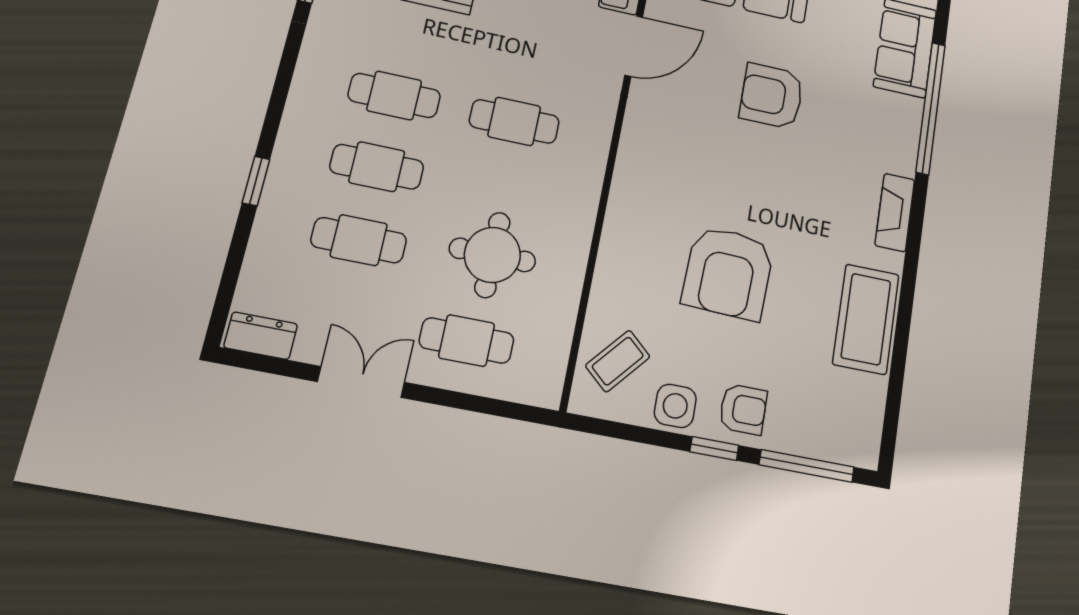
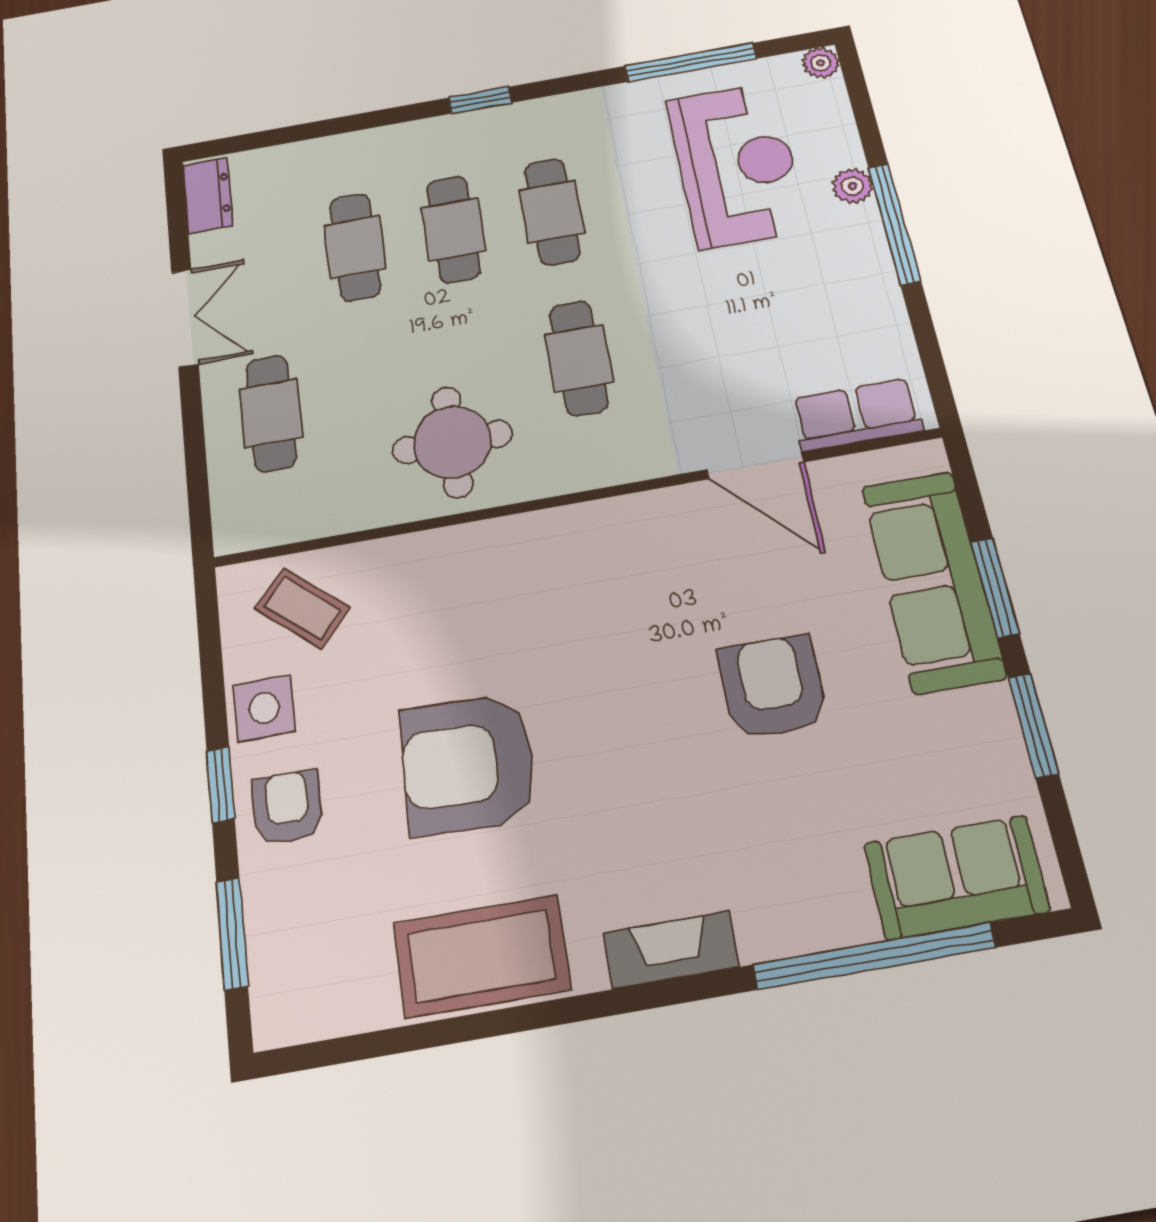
window: (256, 181) -> (480, 100), moved
round table: (492, 255) -> (452, 442), moved
armchair: (728, 273) -> (468, 764), moved
armchair: (743, 409) -> (287, 807), turned 180
window: (807, 466) -> (232, 933), width x0.69

